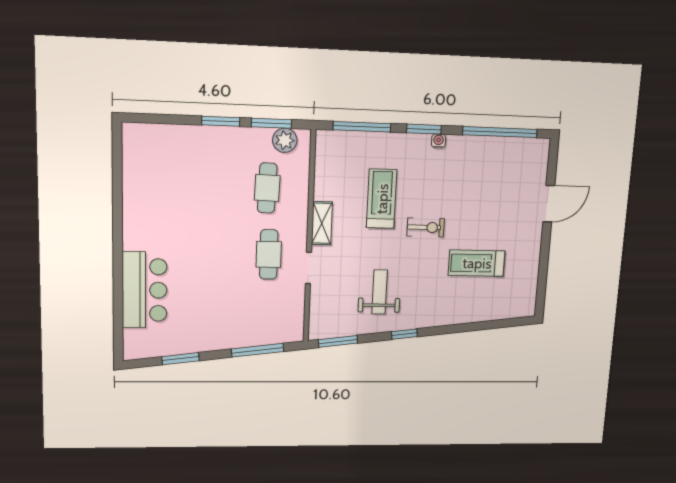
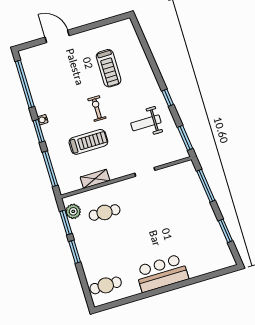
treadmill: (382, 199) -> (88, 142), turned 180
shelving: (322, 223) -> (95, 179), moved
cafe table: (269, 254) -> (106, 285), moved
bar counter: (145, 290) -> (162, 273), moved

